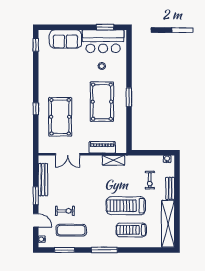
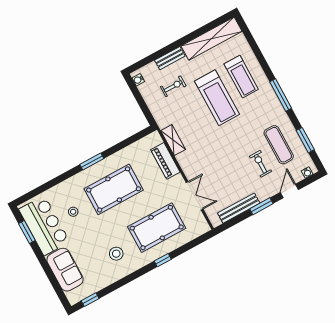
stool: (57, 80) -> (116, 254), added

